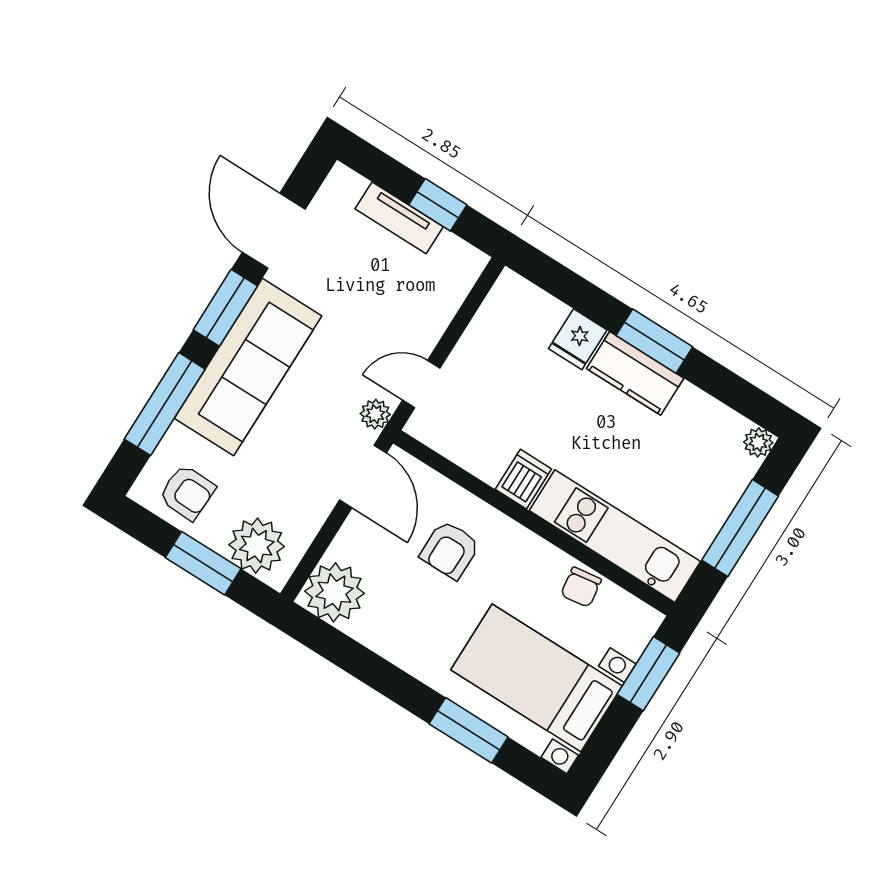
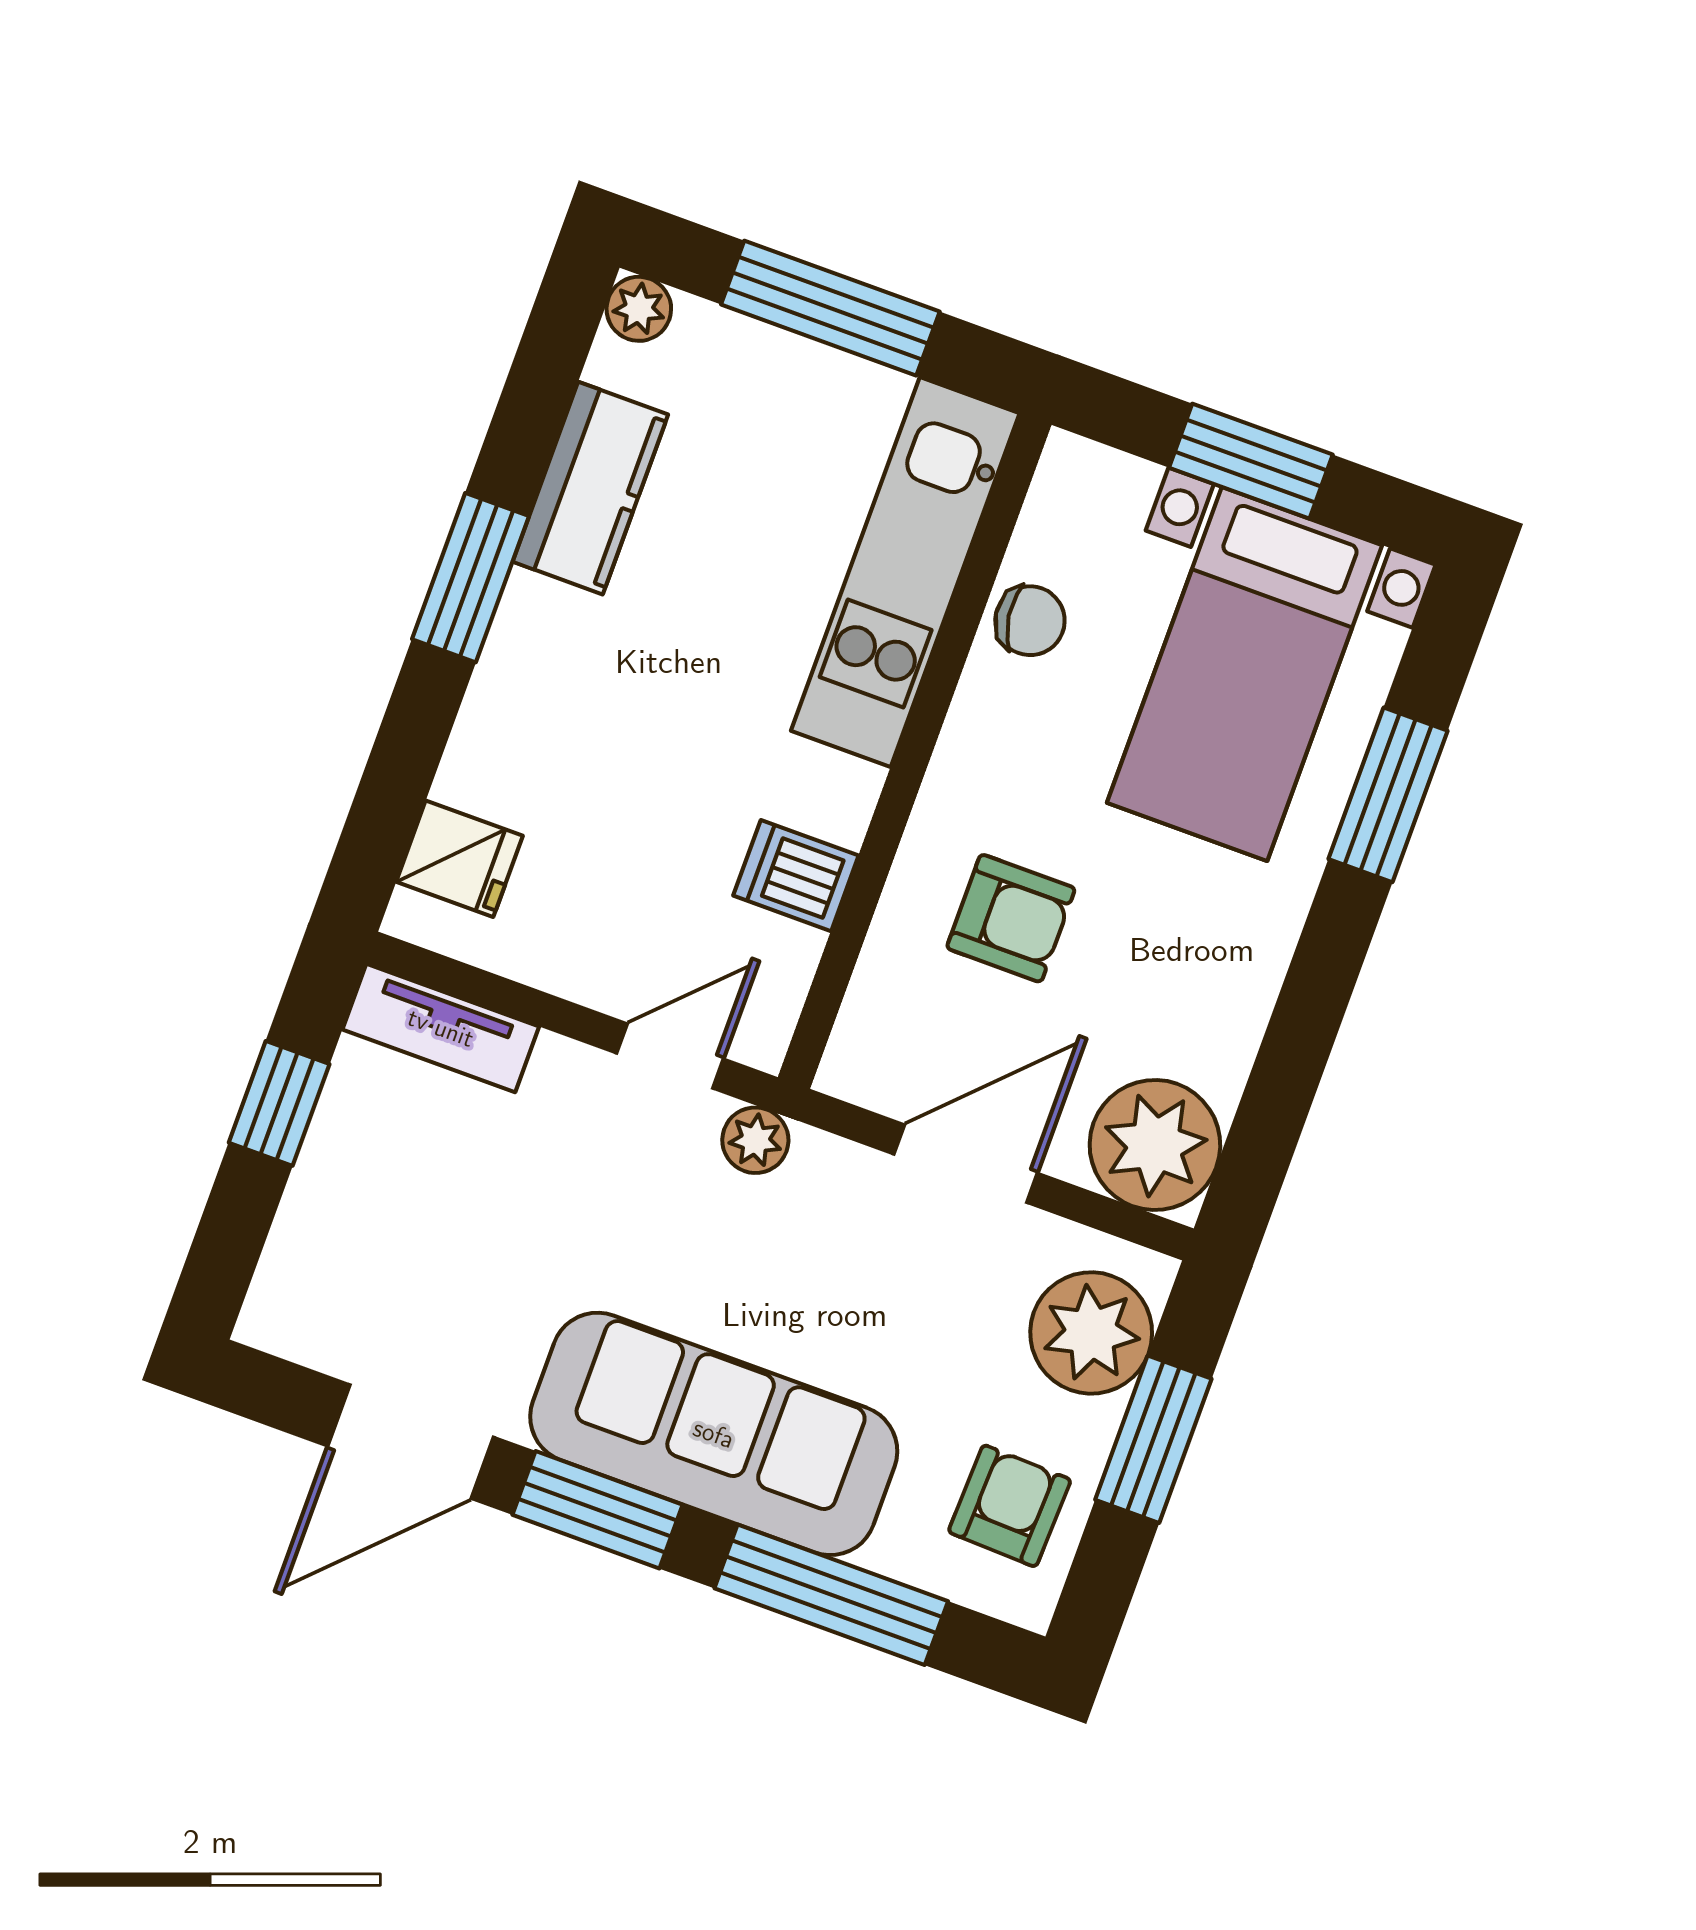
tv unit: (399, 218) -> (441, 1028), moved, turned 90
fridge: (578, 339) -> (459, 859), moved
kitchen counter: (635, 373) -> (590, 488), moved
door: (421, 384) -> (670, 1056), swing flipped
door: (363, 476) -> (966, 1164), moved
dishwasher: (523, 479) -> (796, 876), moved
window: (648, 674) -> (1251, 461), moved

